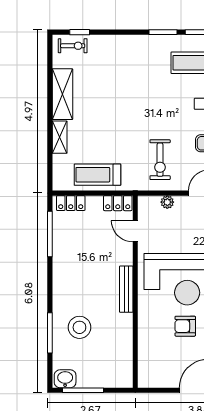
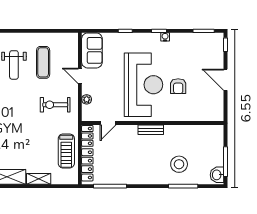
exercise bike: (160, 160) -> (55, 105), turned 180
locker: (71, 203) -> (87, 165), width x1.53
bench: (126, 289) -> (151, 130), width x0.73

